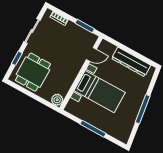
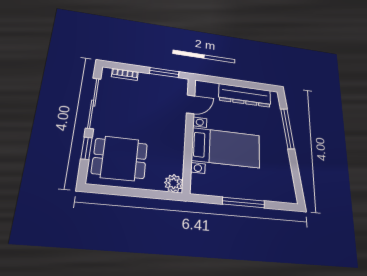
sliding door: (32, 31) -> (93, 103), width x1.37
dining table: (33, 72) -> (120, 158), turned 90
window: (143, 109) -> (287, 129), moved

